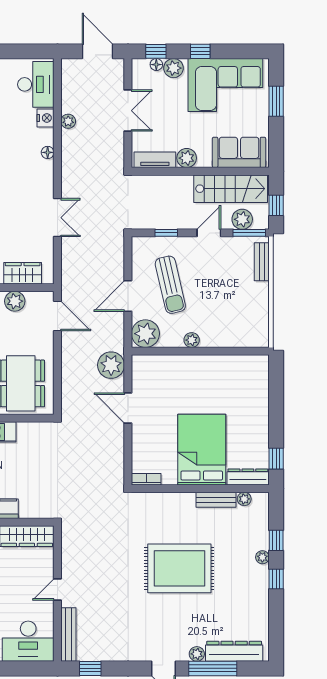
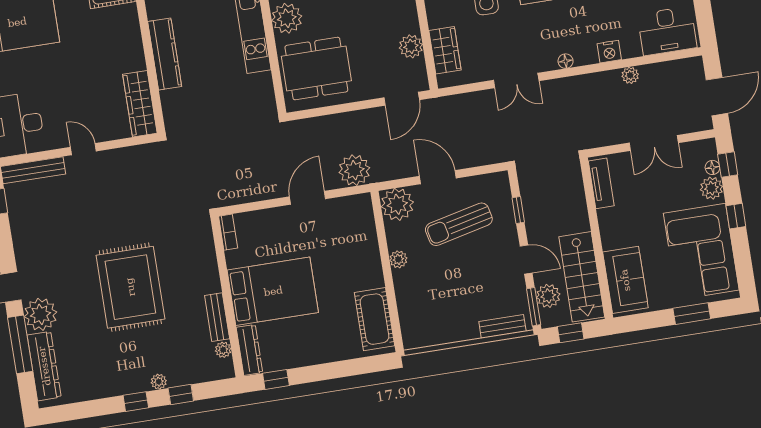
nightstand: (46, 118) -> (609, 52), moved
floor lamp: (48, 152) -> (566, 61), moved
plant: (187, 158) -> (609, 220), removed
cot: (239, 368) -> (375, 319), added
plant: (197, 654) -> (41, 314), width x1.88, depth x1.88

